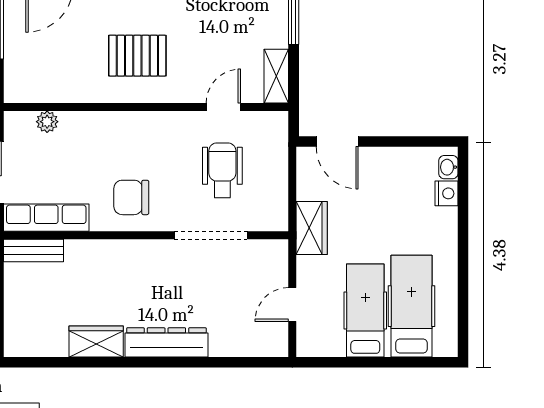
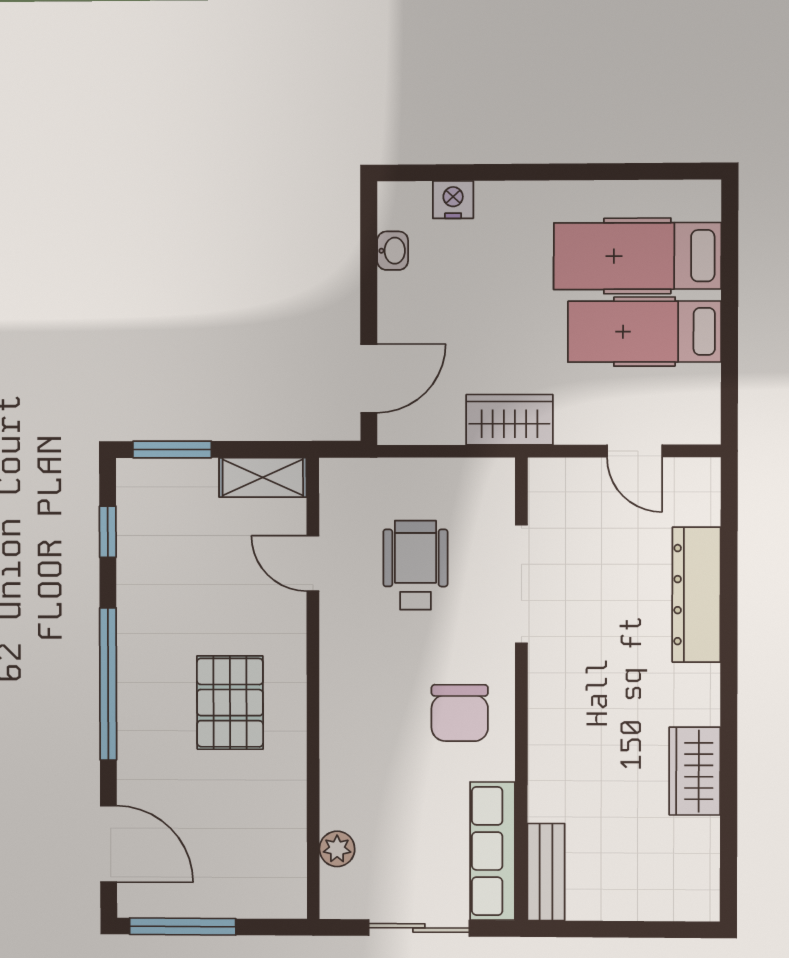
washbasin: (448, 167) -> (393, 251), moved, turned -90
wheelchair: (222, 170) -> (415, 565), turned 90
dresser: (166, 342) -> (696, 595), moved

